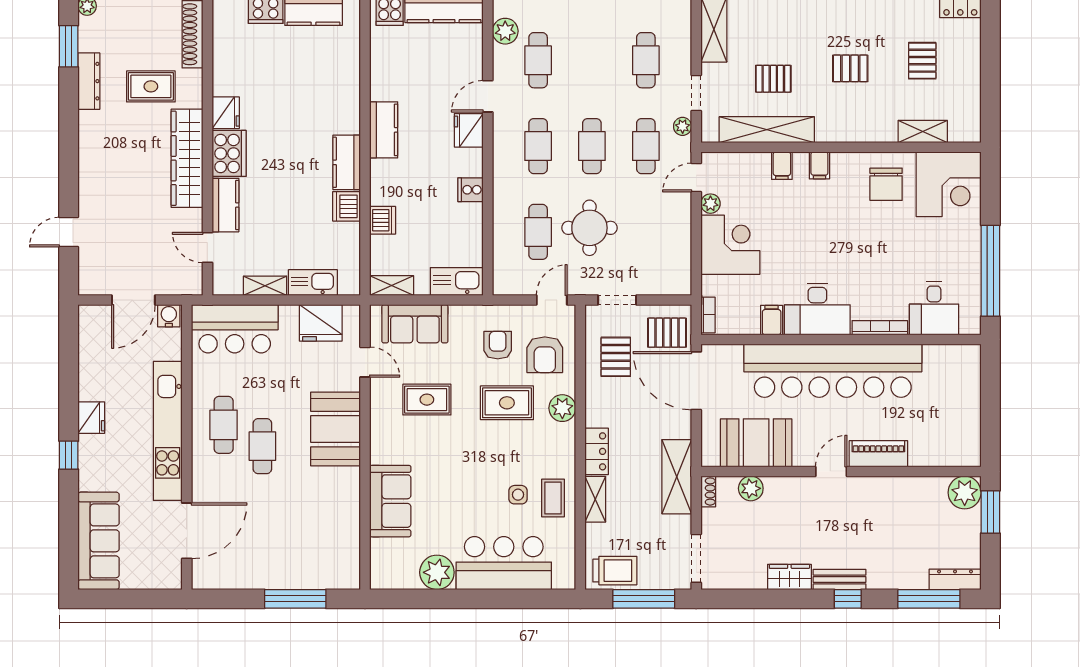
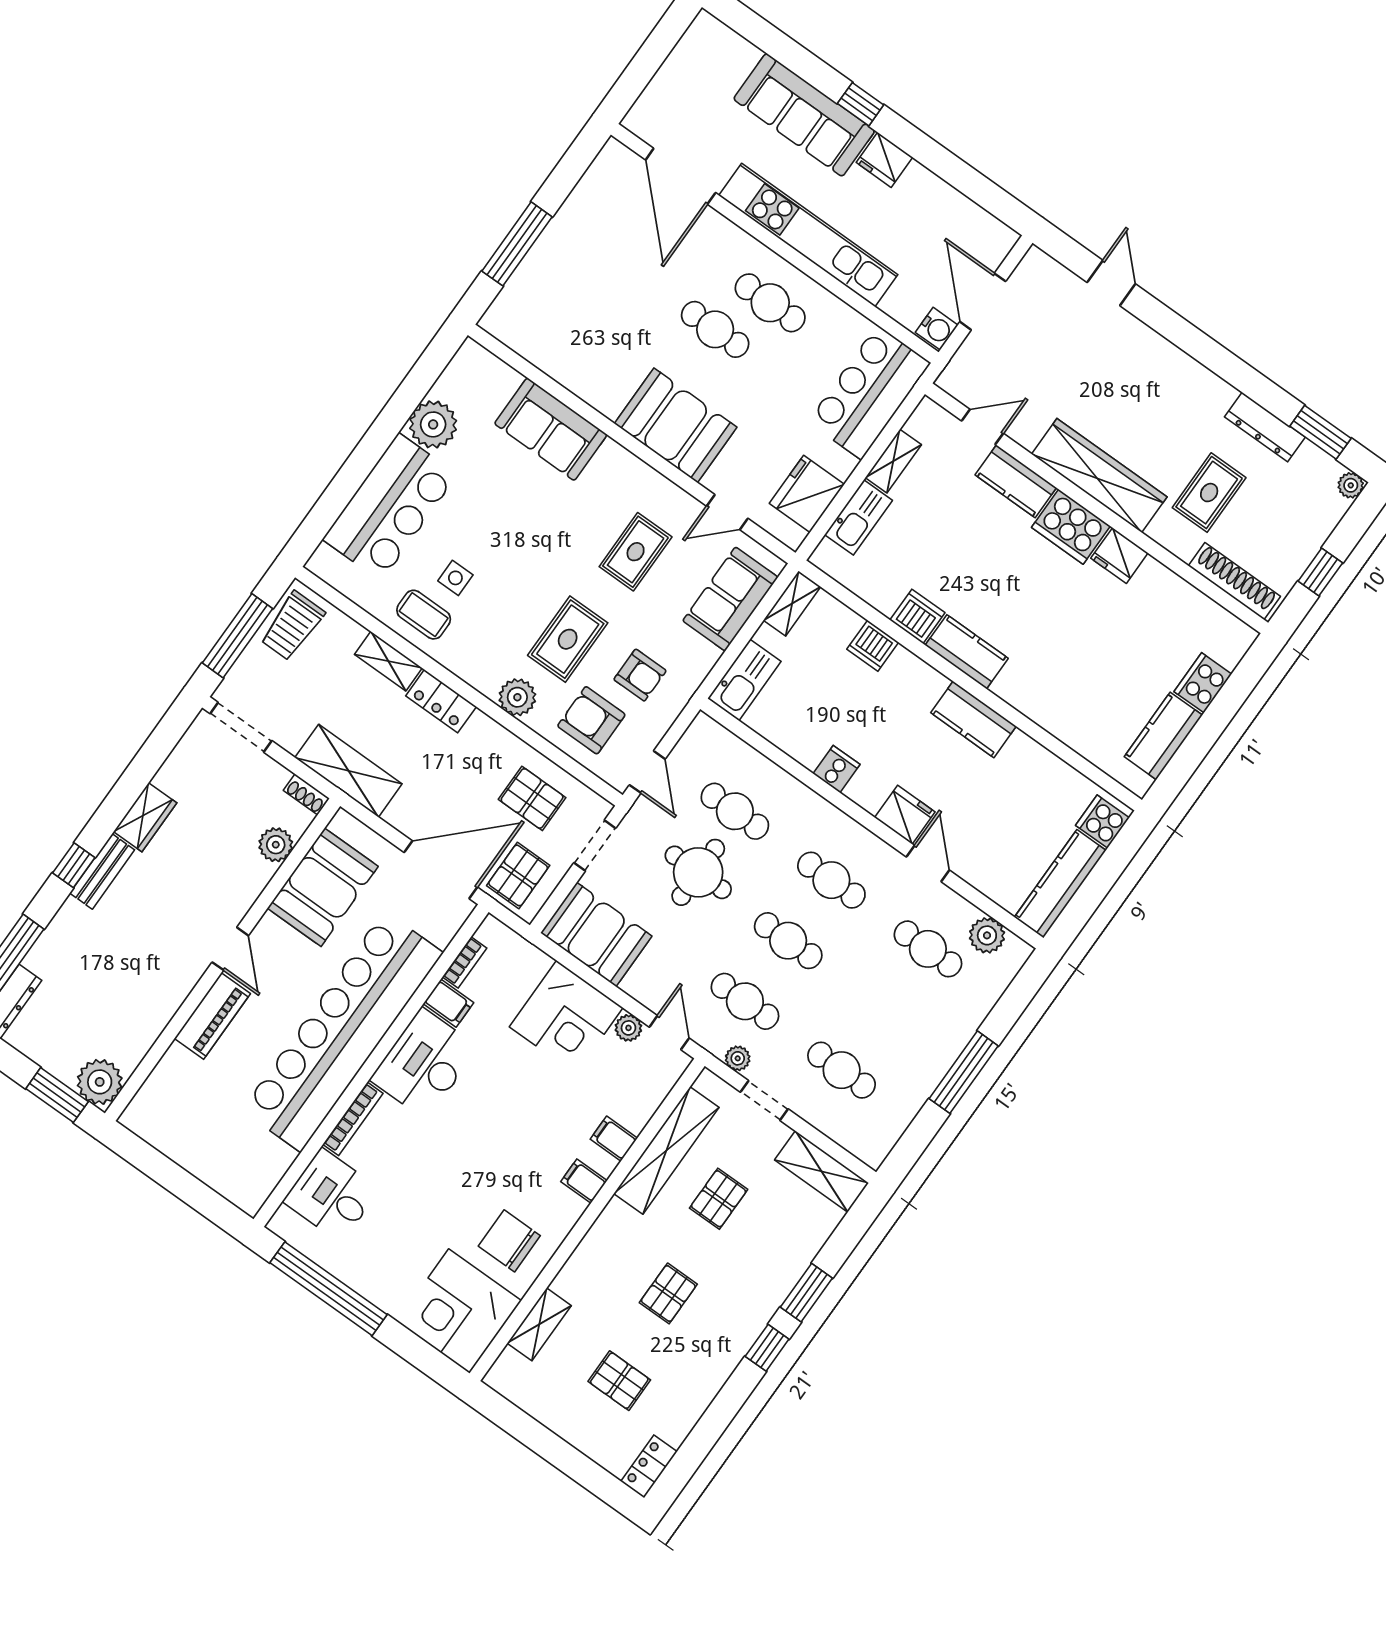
booth: (669, 262) -> (596, 934), added
bookcase: (708, 315) -> (465, 962), moved, turned -90
sofa: (98, 541) -> (804, 115), moved

